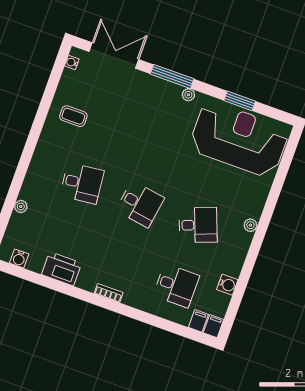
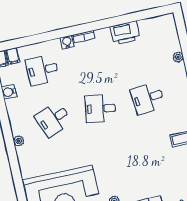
water cooler: (19, 258) -> (67, 42), moved

